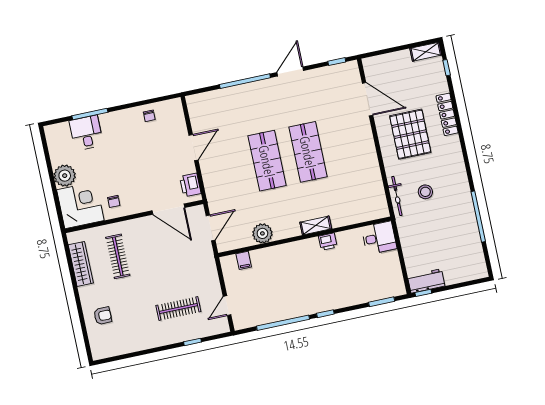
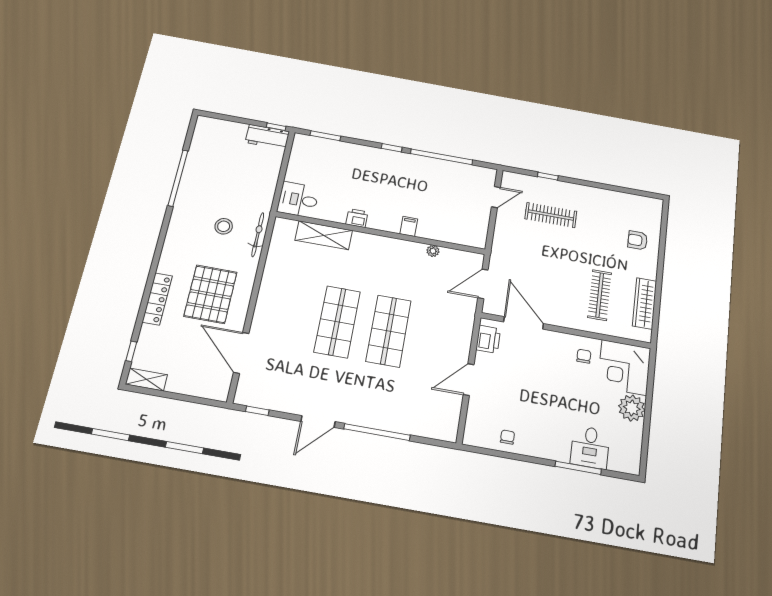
shelving: (316, 225) -> (324, 235), moved, width x1.50, depth x1.33
plant: (262, 233) -> (433, 251), width x0.53, depth x0.53
filing cabinet: (244, 260) -> (409, 226), moved

